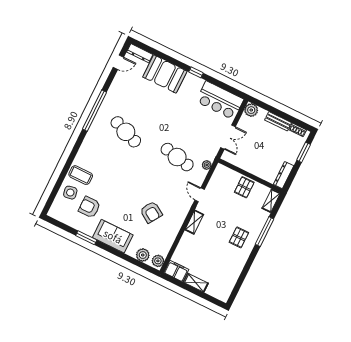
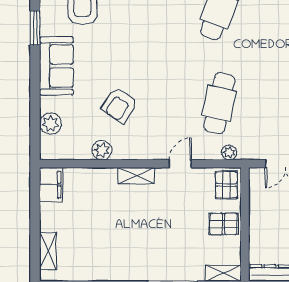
pallet: (239, 237) -> (226, 185), moved, turned 90
plant: (158, 261) -> (102, 150), moved
shelving: (196, 283) -> (48, 251), moved

